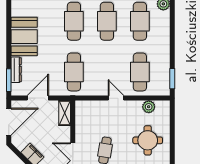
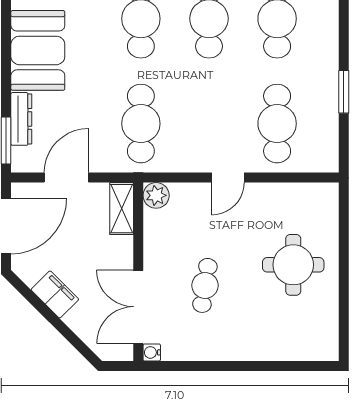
window: (172, 79) -> (344, 92), moved
door: (116, 98) -> (228, 178), swing flipped
plant: (149, 107) -> (156, 195), moved

